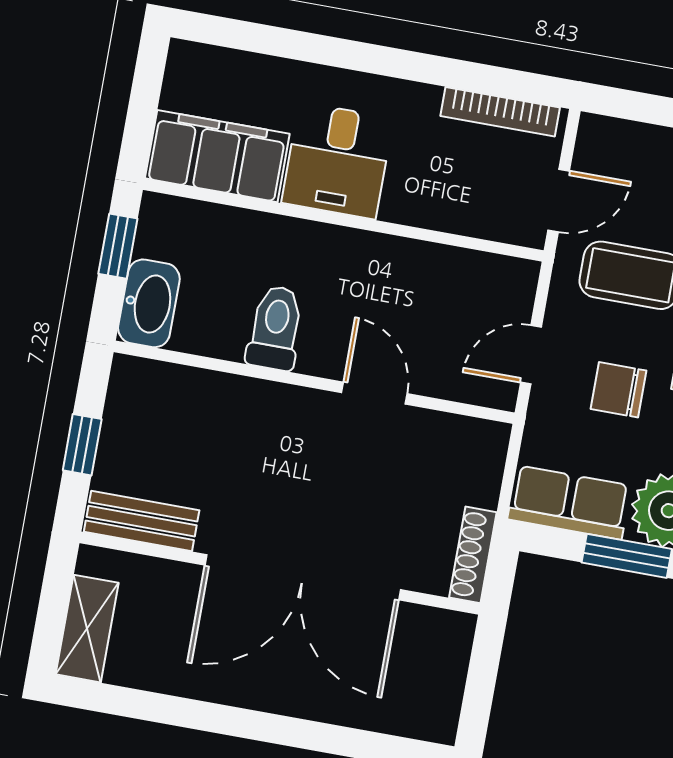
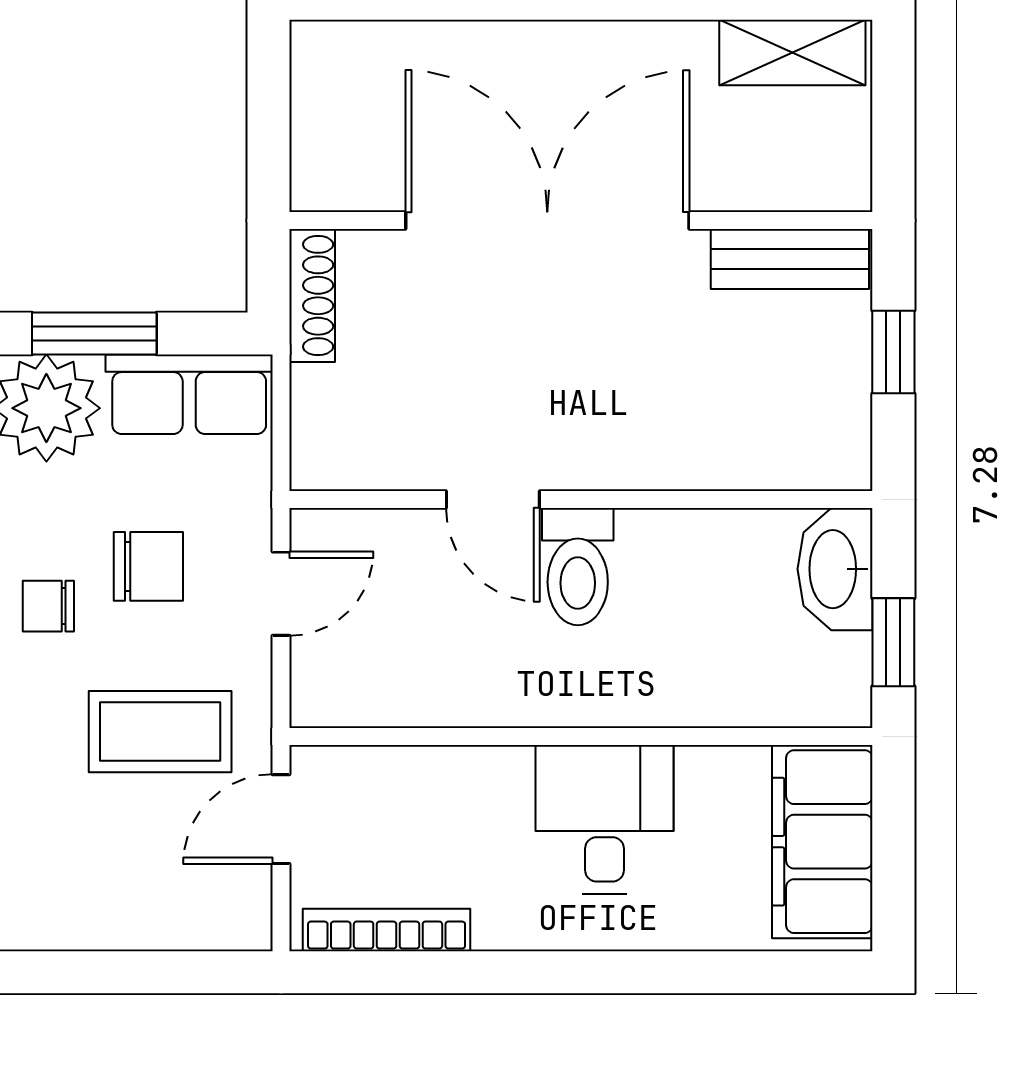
filing cabinet: (217, 156) -> (822, 842), moved, turned 90
toilet: (275, 328) -> (578, 567), moved
shelving: (87, 629) -> (792, 52), moved, turned 90

